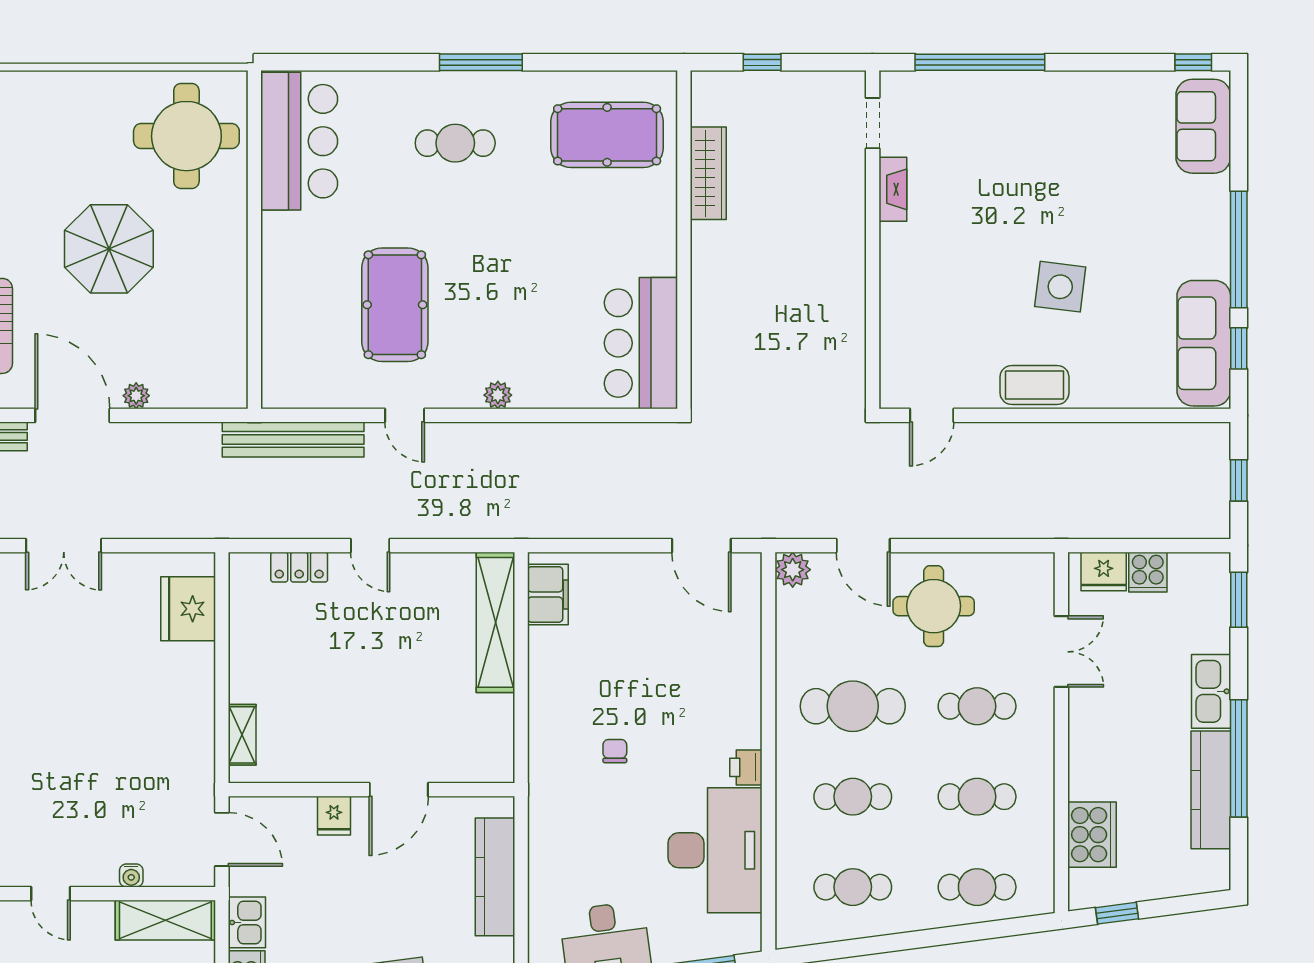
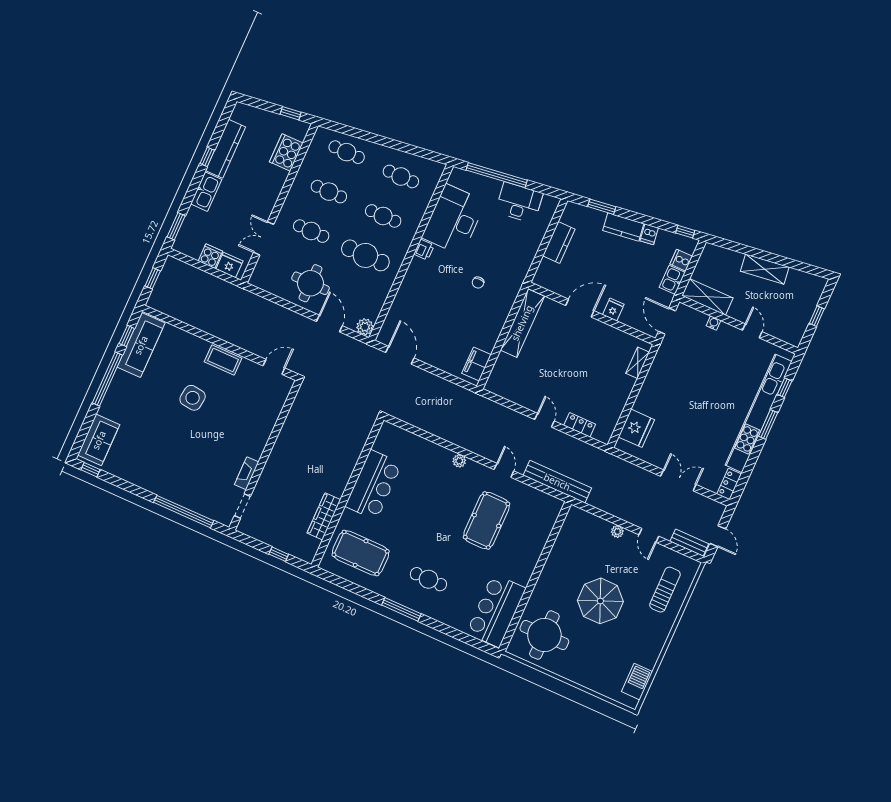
bar counter: (641, 343) -> (373, 485), moved
door: (72, 415) -> (649, 535), width x0.53
shelving: (496, 622) -> (522, 323), moved
window: (1239, 758) -> (207, 157), width x0.32
kitchen counter: (495, 877) -> (559, 243), width x0.67

